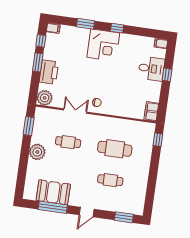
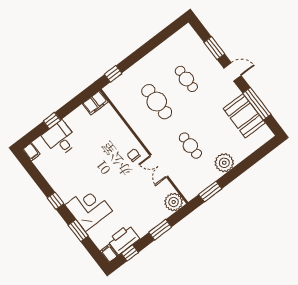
corner desk: (103, 45) -> (89, 208), moved
window: (38, 62) -> (160, 230), moved
printer: (49, 72) -> (123, 239), moved
window: (124, 217) -> (214, 48), moved

